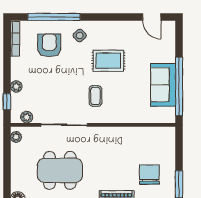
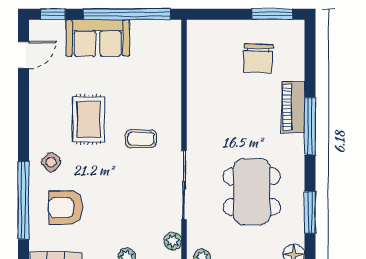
window: (179, 37) -> (53, 14), added
sofa: (163, 85) -> (98, 38), moved
chair: (149, 175) -> (258, 58), turned -88

